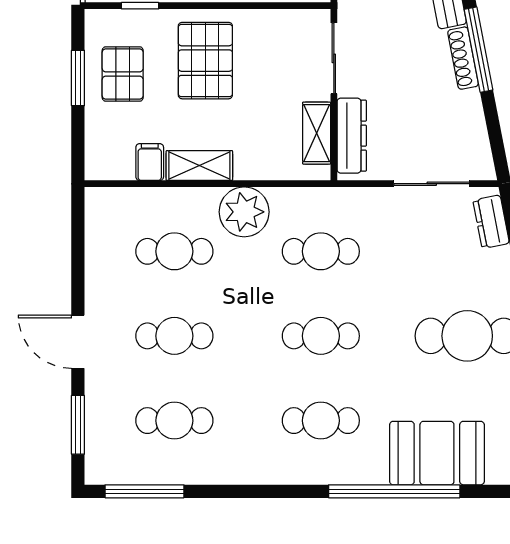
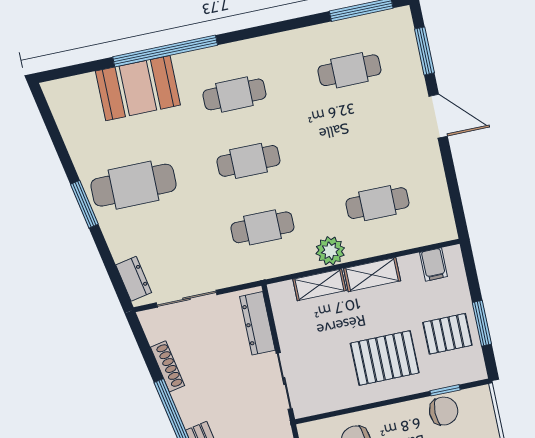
shoe rack: (463, 58) -> (167, 366), moved
pallet: (205, 61) -> (385, 358), turned 90
pallet: (123, 74) -> (447, 334), turned 90
shelving: (317, 133) -> (319, 285), moved, turned 90
filing cabinet: (150, 162) -> (434, 264), moved
plant: (244, 212) -> (330, 251), width x0.73, depth x0.73
cafe table: (174, 336) -> (363, 137), removed

